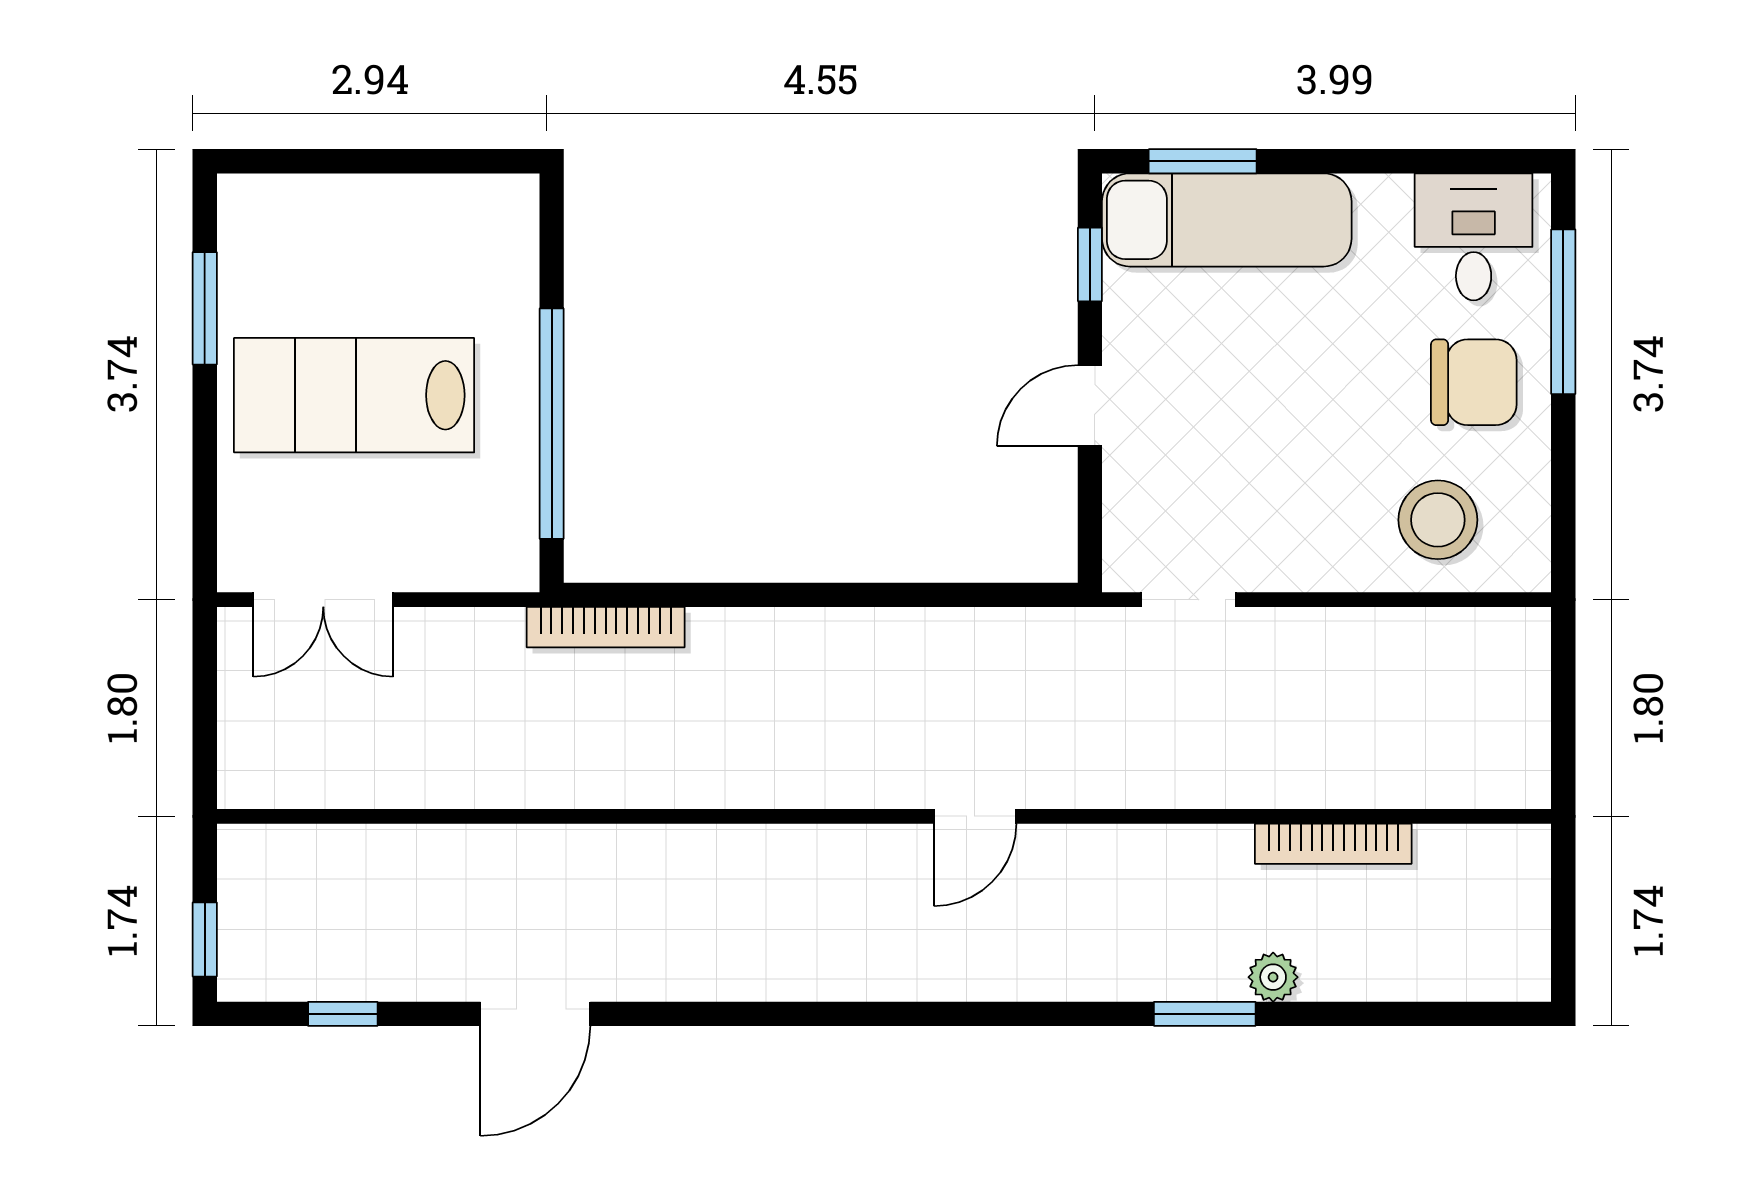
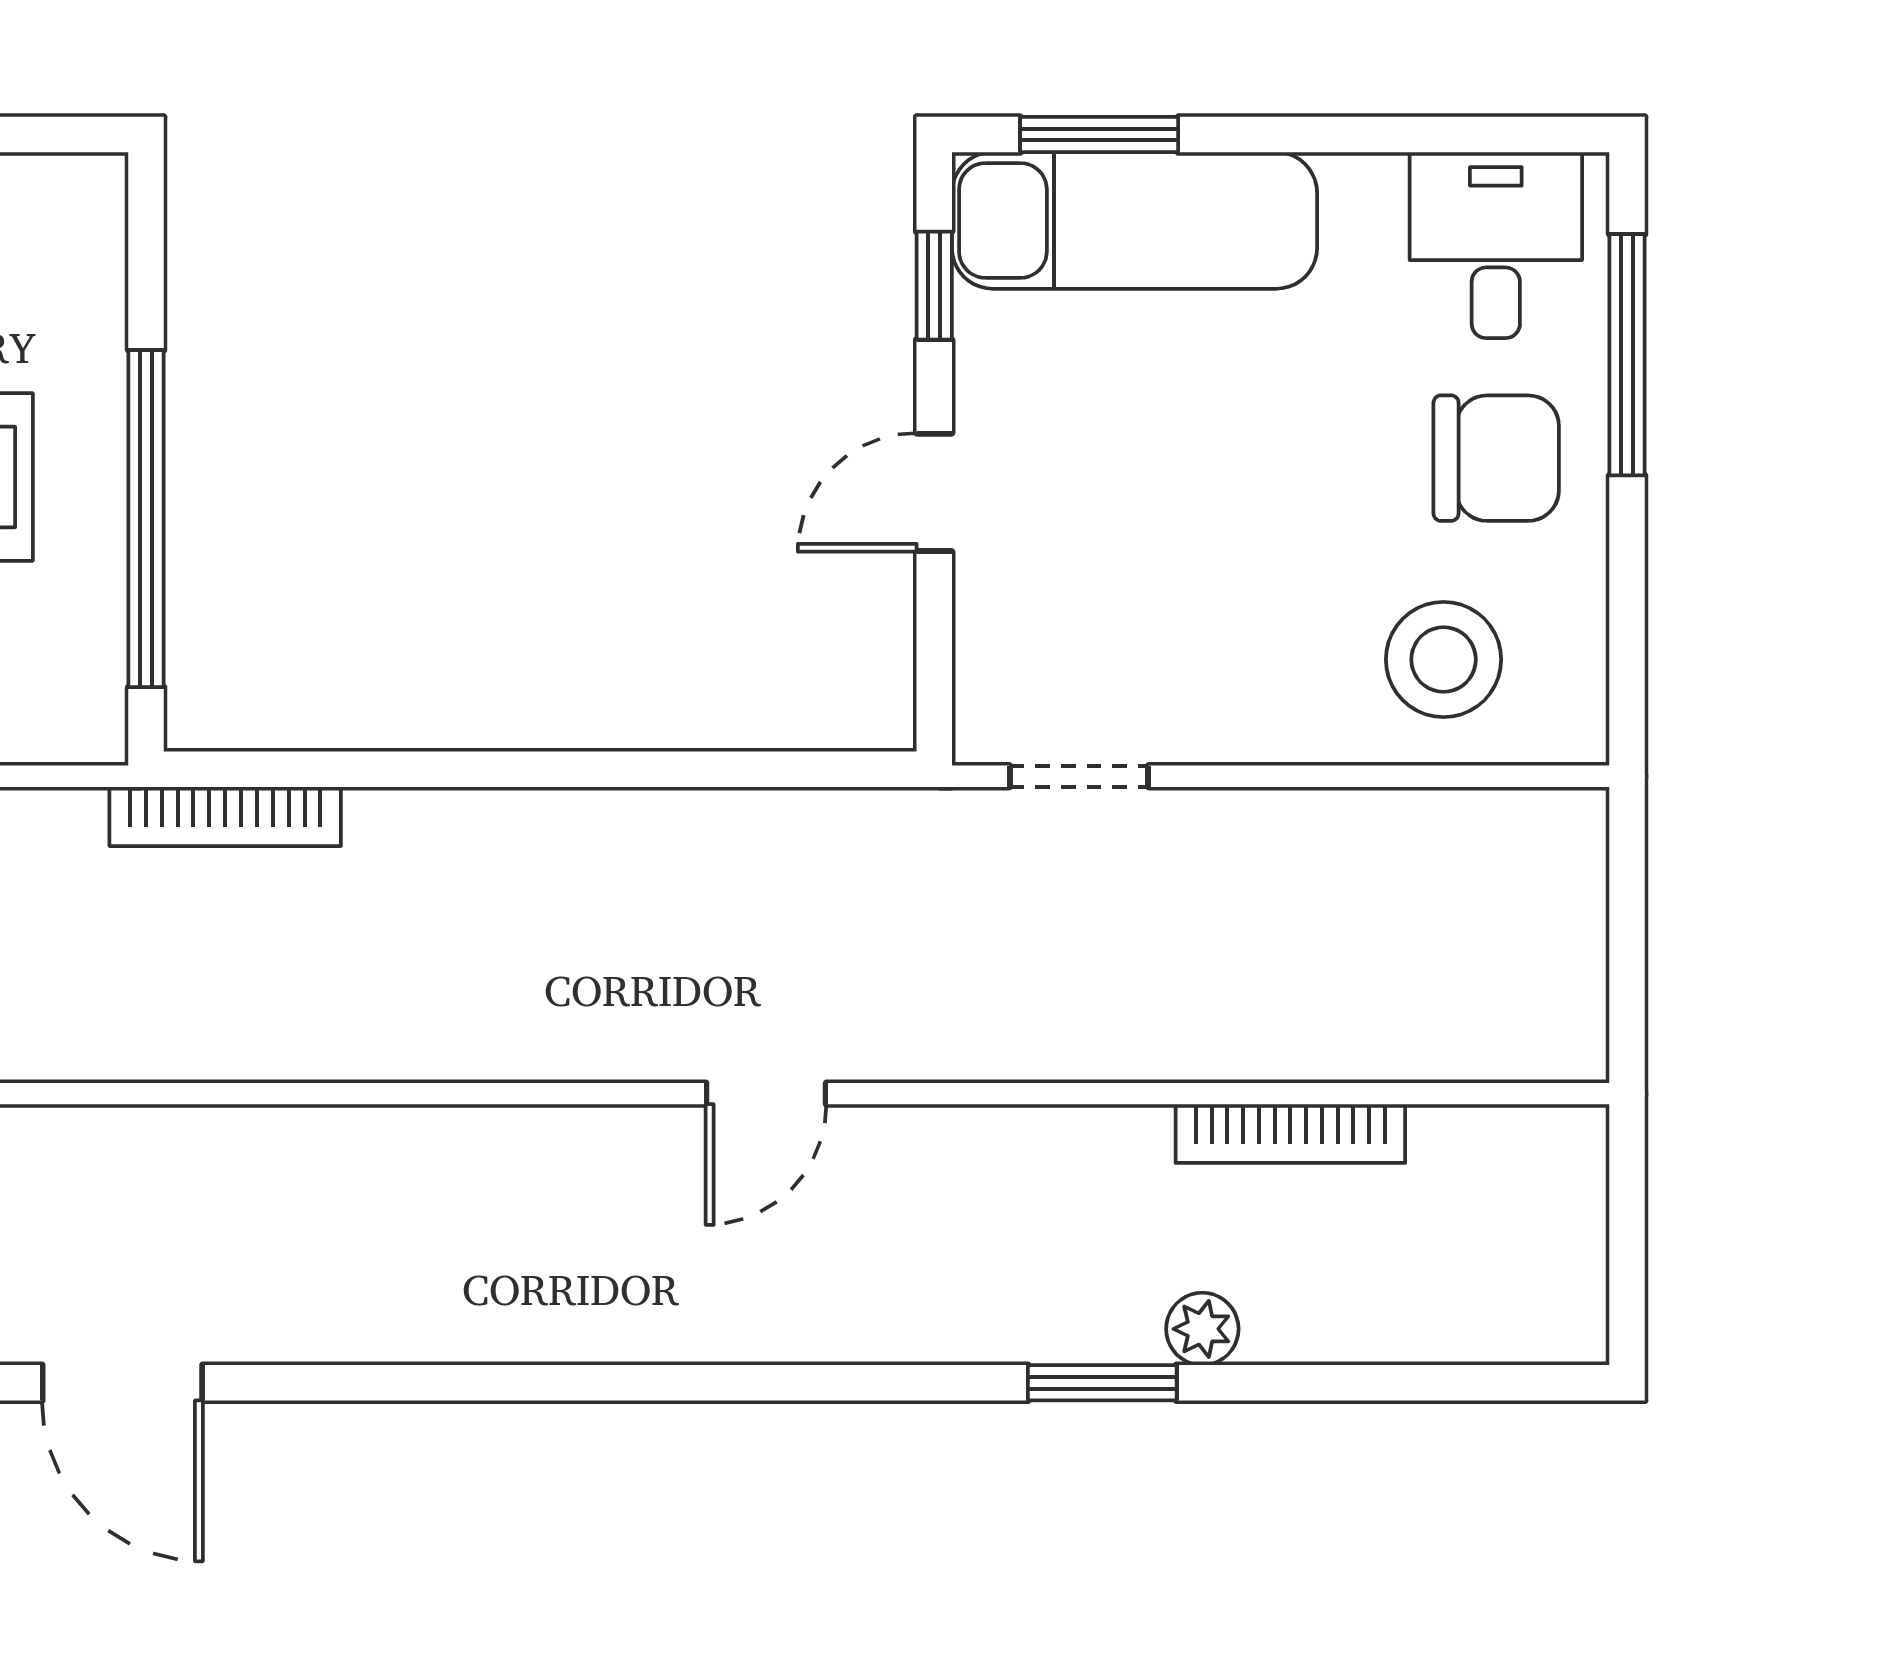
door: (535, 1014) -> (122, 1383), hinge flipped

